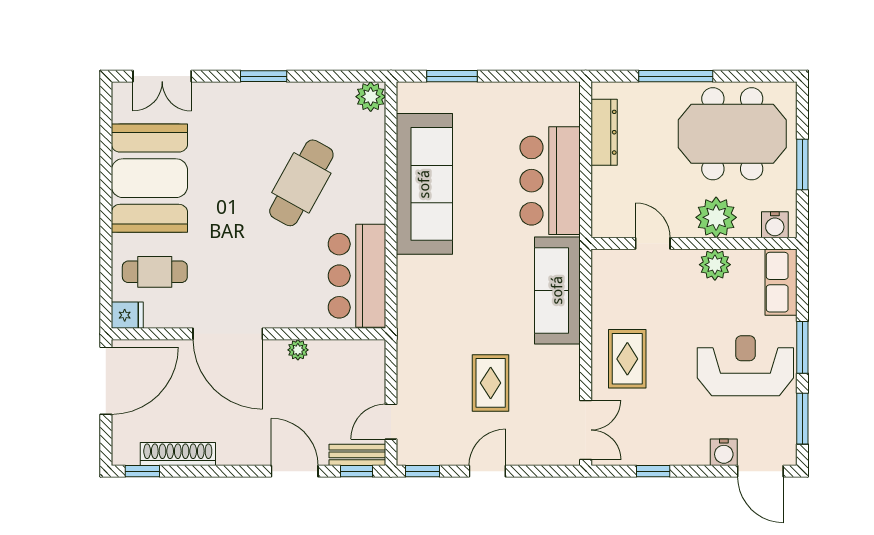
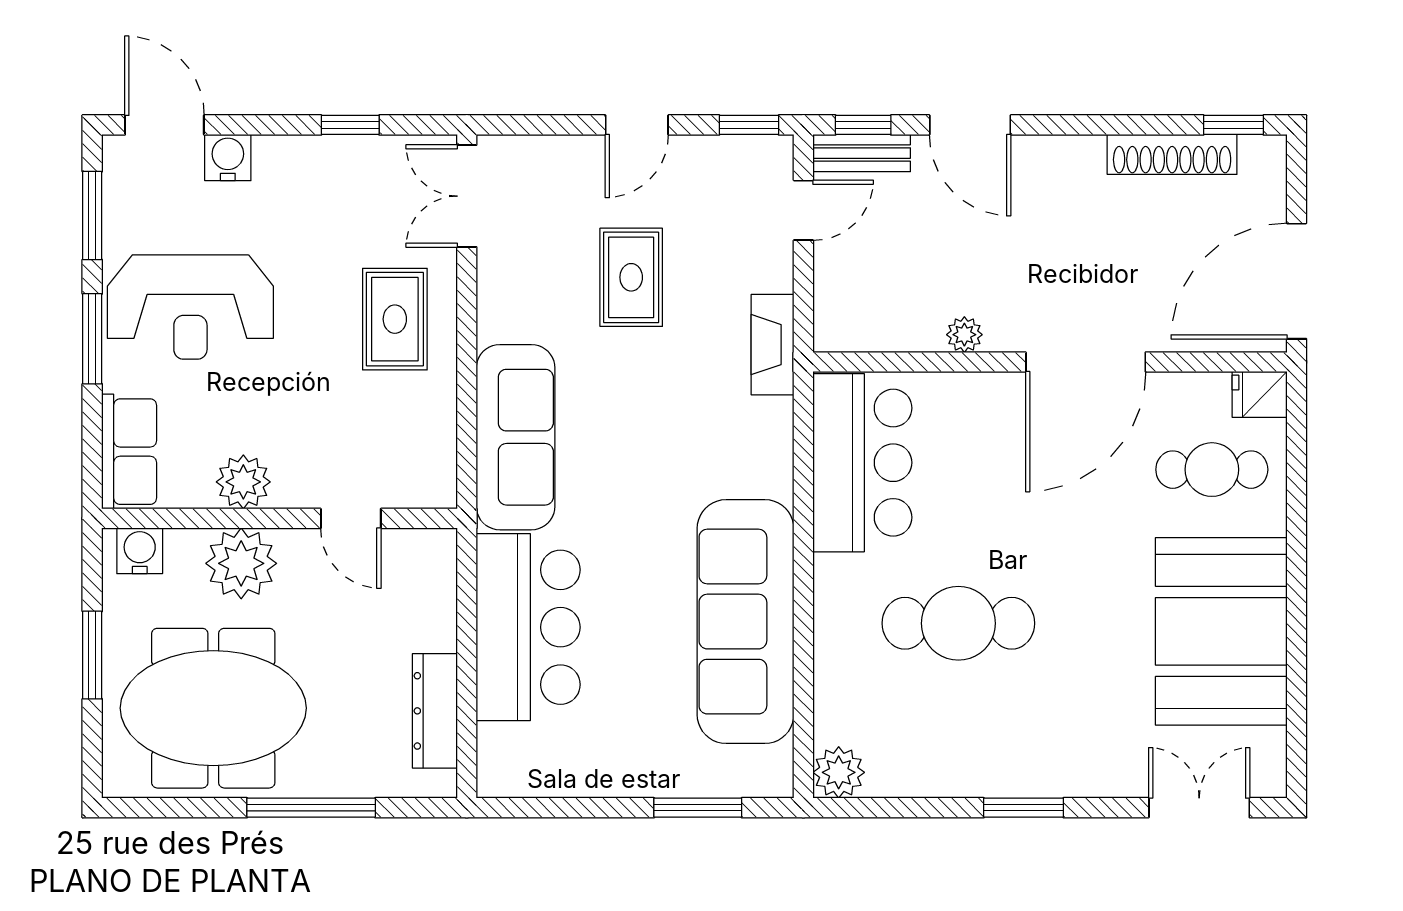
cafe table: (301, 183) -> (958, 623), turned 61
door: (228, 334) -> (1086, 362), swing flipped
fireplace: (409, 344) -> (772, 345), added

